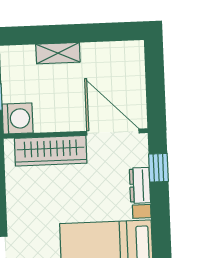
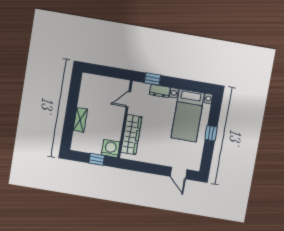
door: (113, 132) -> (128, 99), width x0.53

